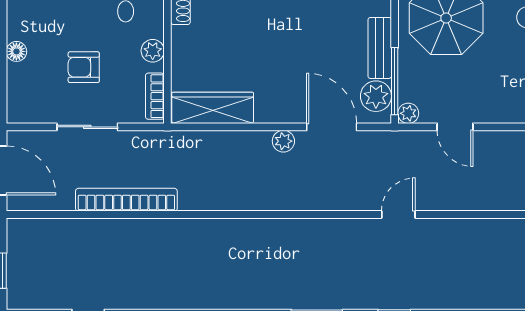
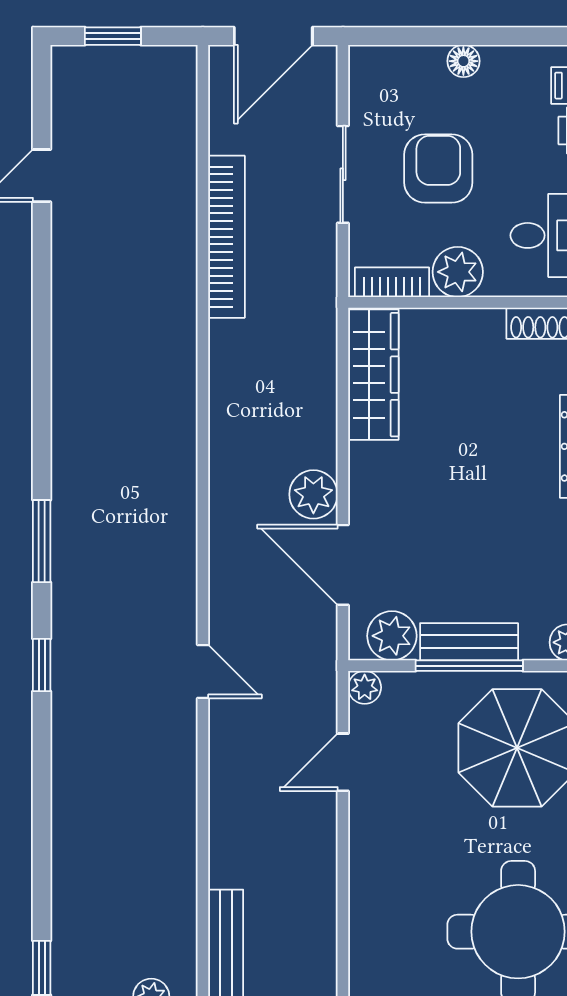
plant: (153, 51) -> (458, 272), width x1.38, depth x1.38
armchair: (84, 67) -> (438, 169), width x1.38, depth x1.38
window: (395, 81) -> (469, 666), moved
door: (332, 127) -> (343, 565), swing flipped
plant: (283, 141) -> (313, 494), width x1.38, depth x1.38

